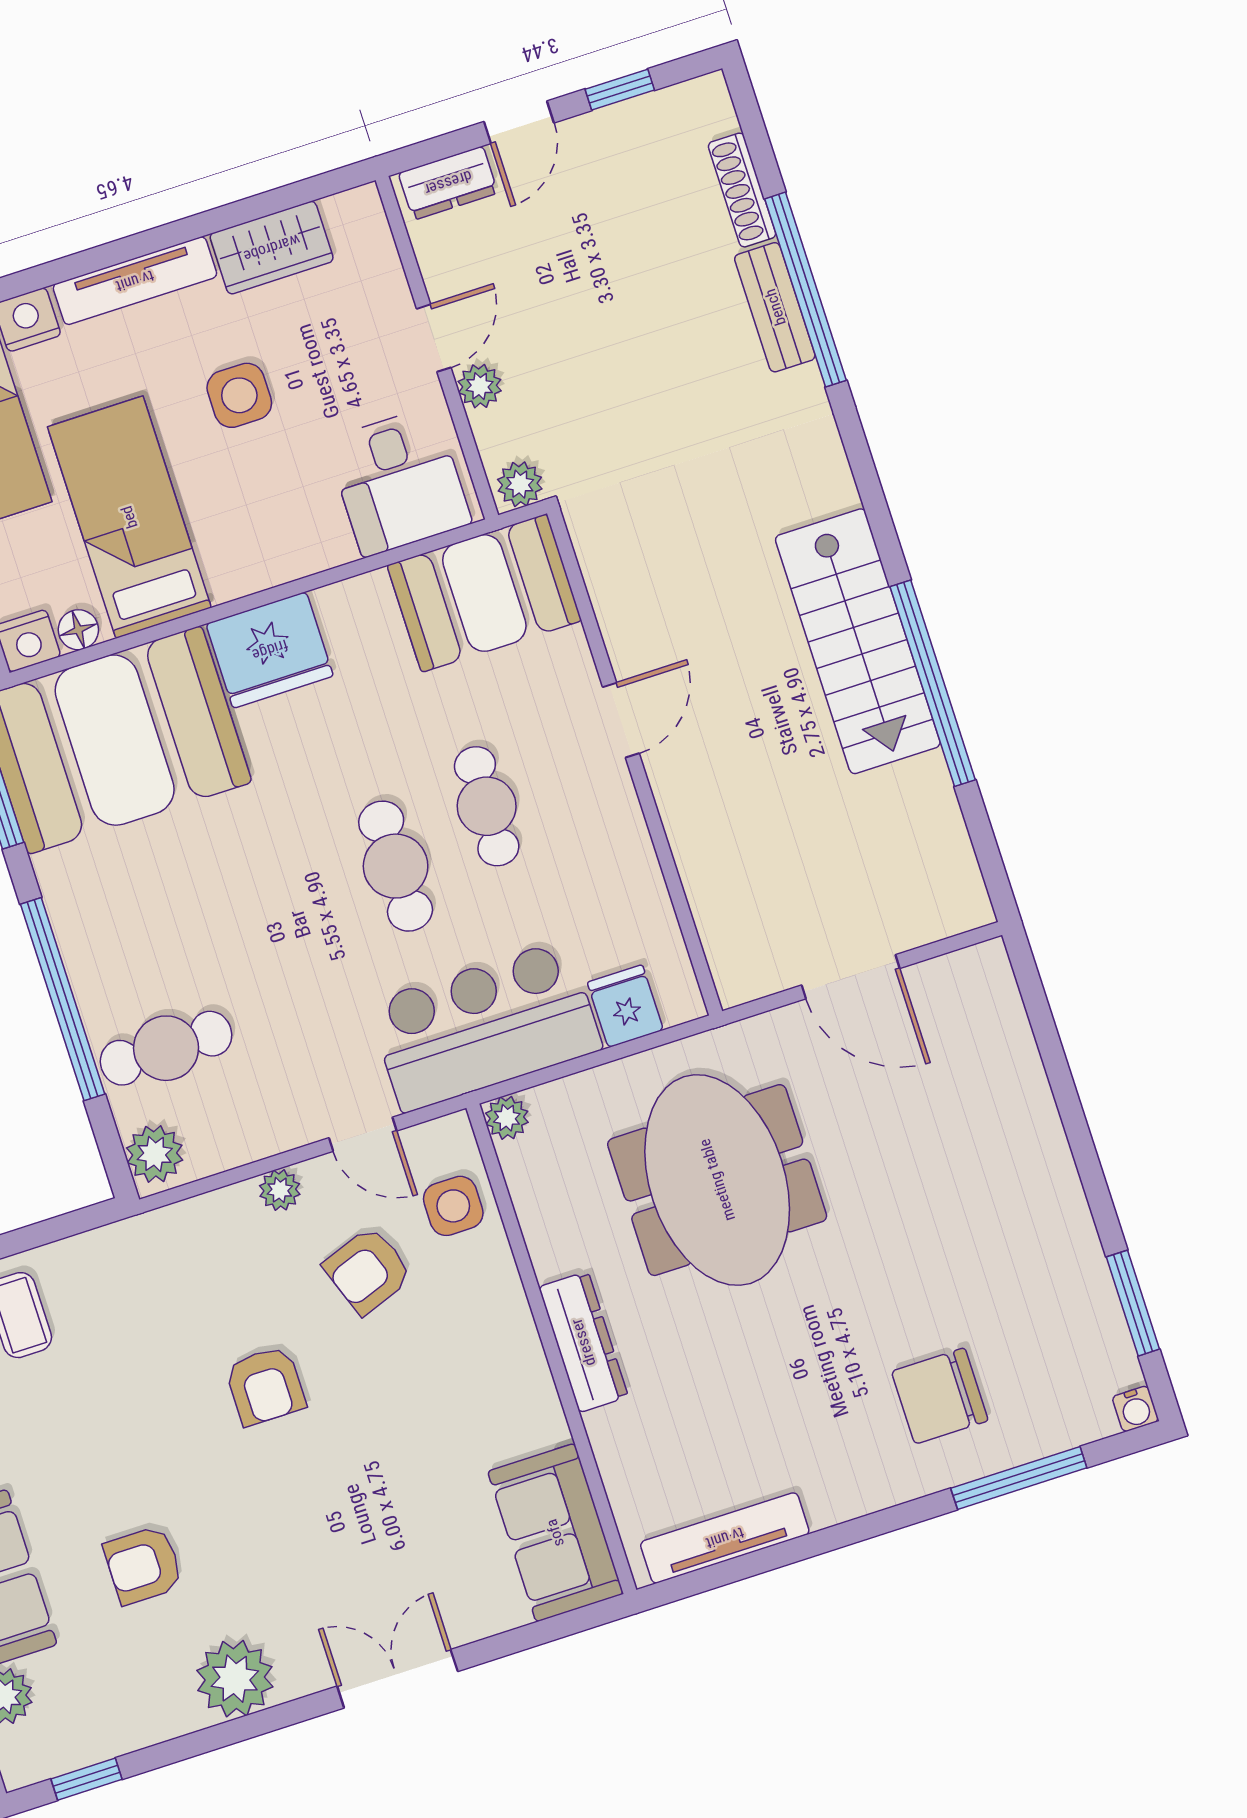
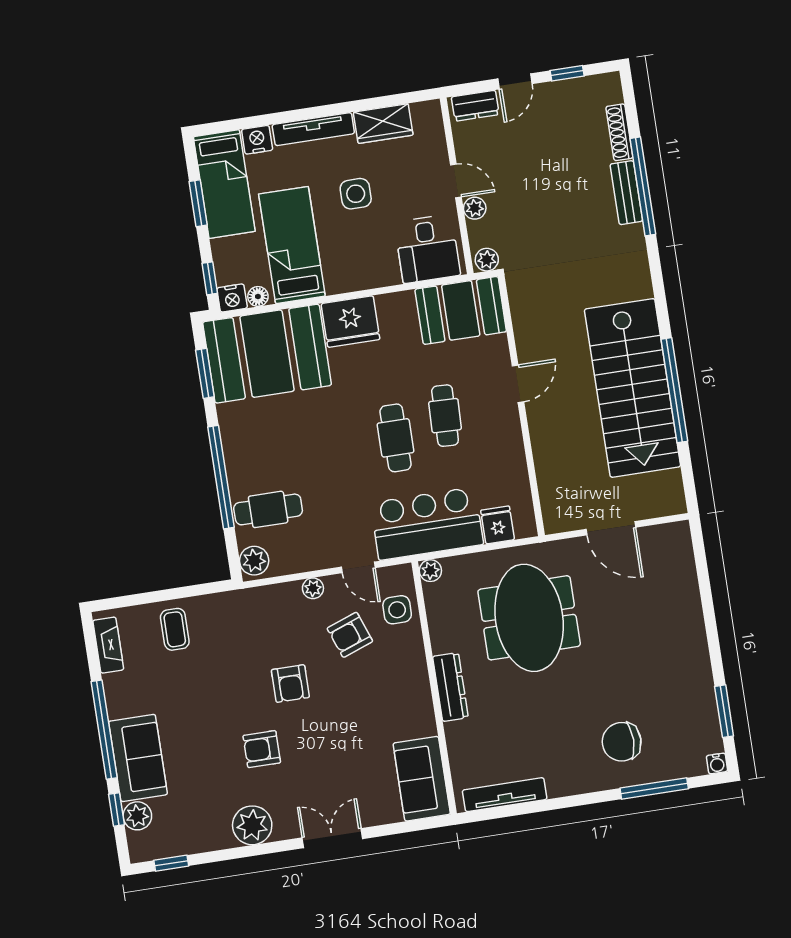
door: (434, 338) -> (456, 181), hinge flipped
stairs: (858, 641) -> (632, 388), width x1.36, depth x1.51
armchair: (143, 1565) -> (262, 749), moved

